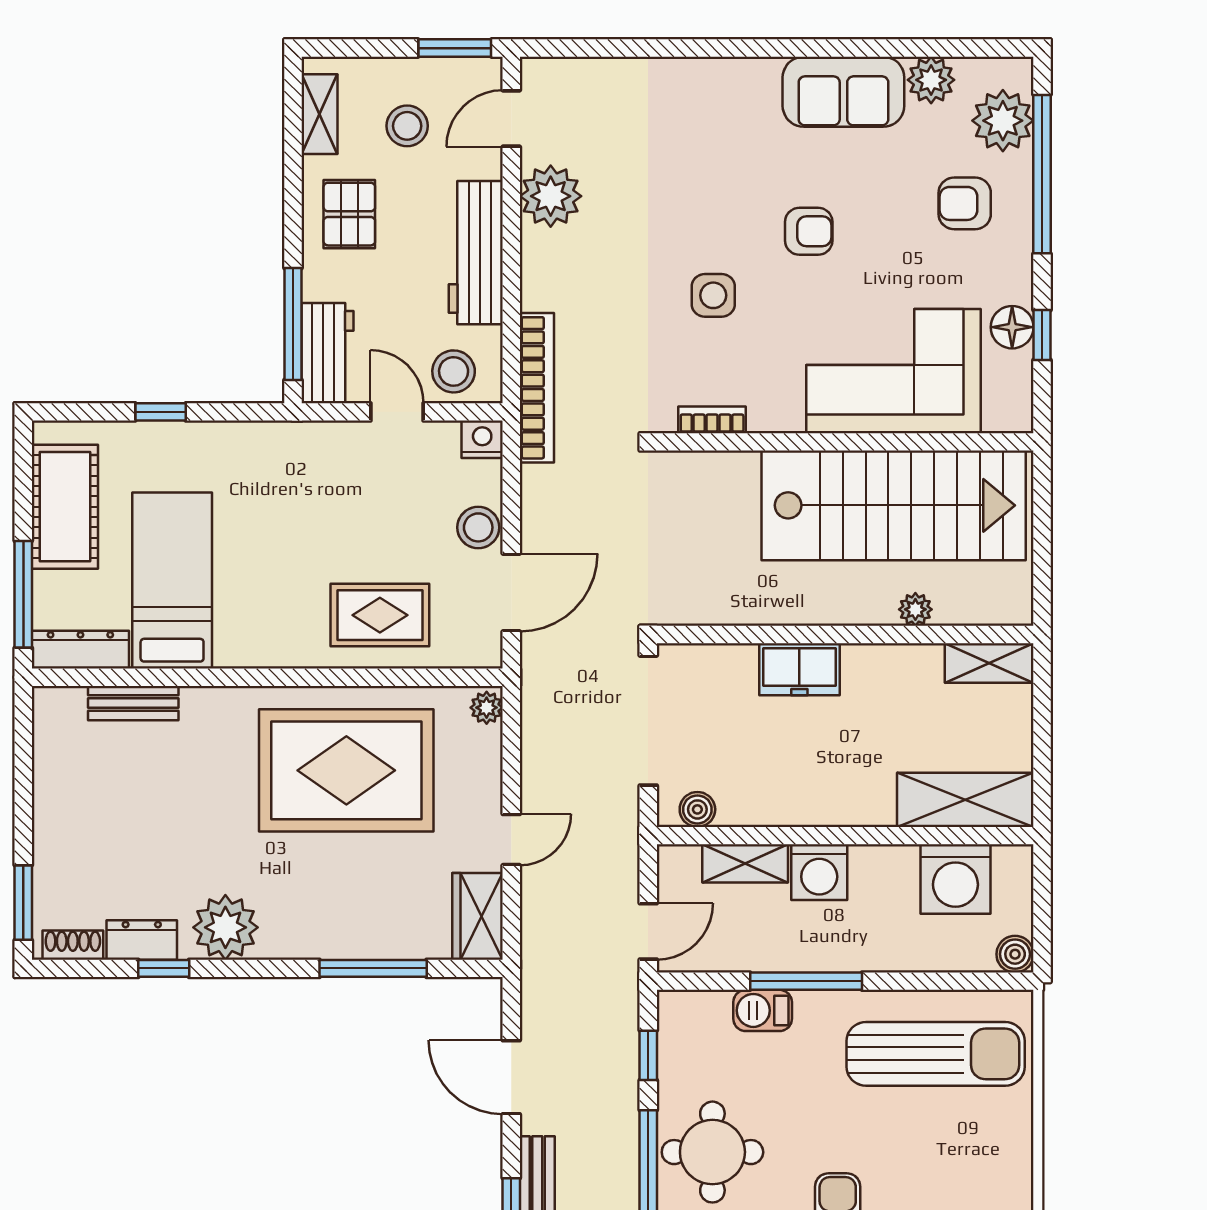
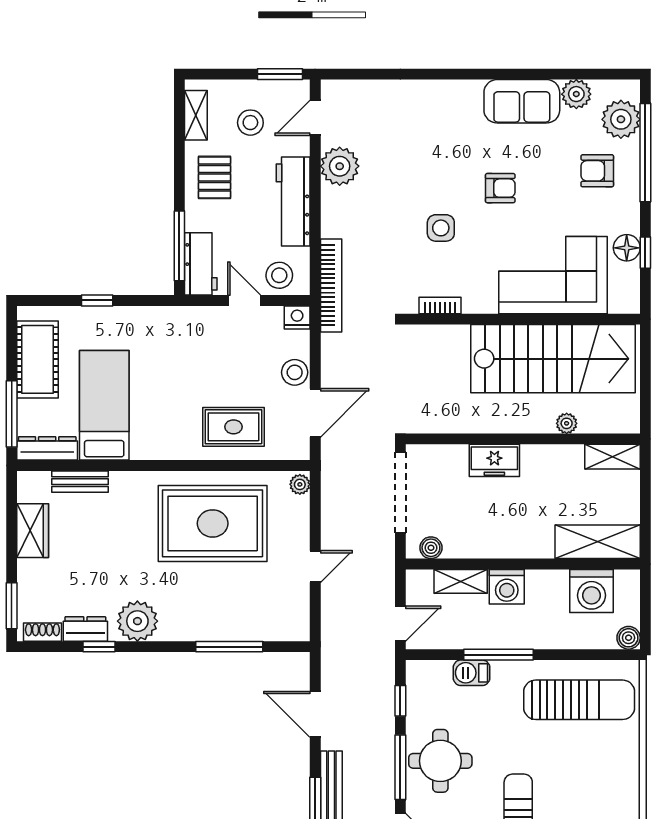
wardrobe: (478, 916) -> (33, 531), moved, turned 180

